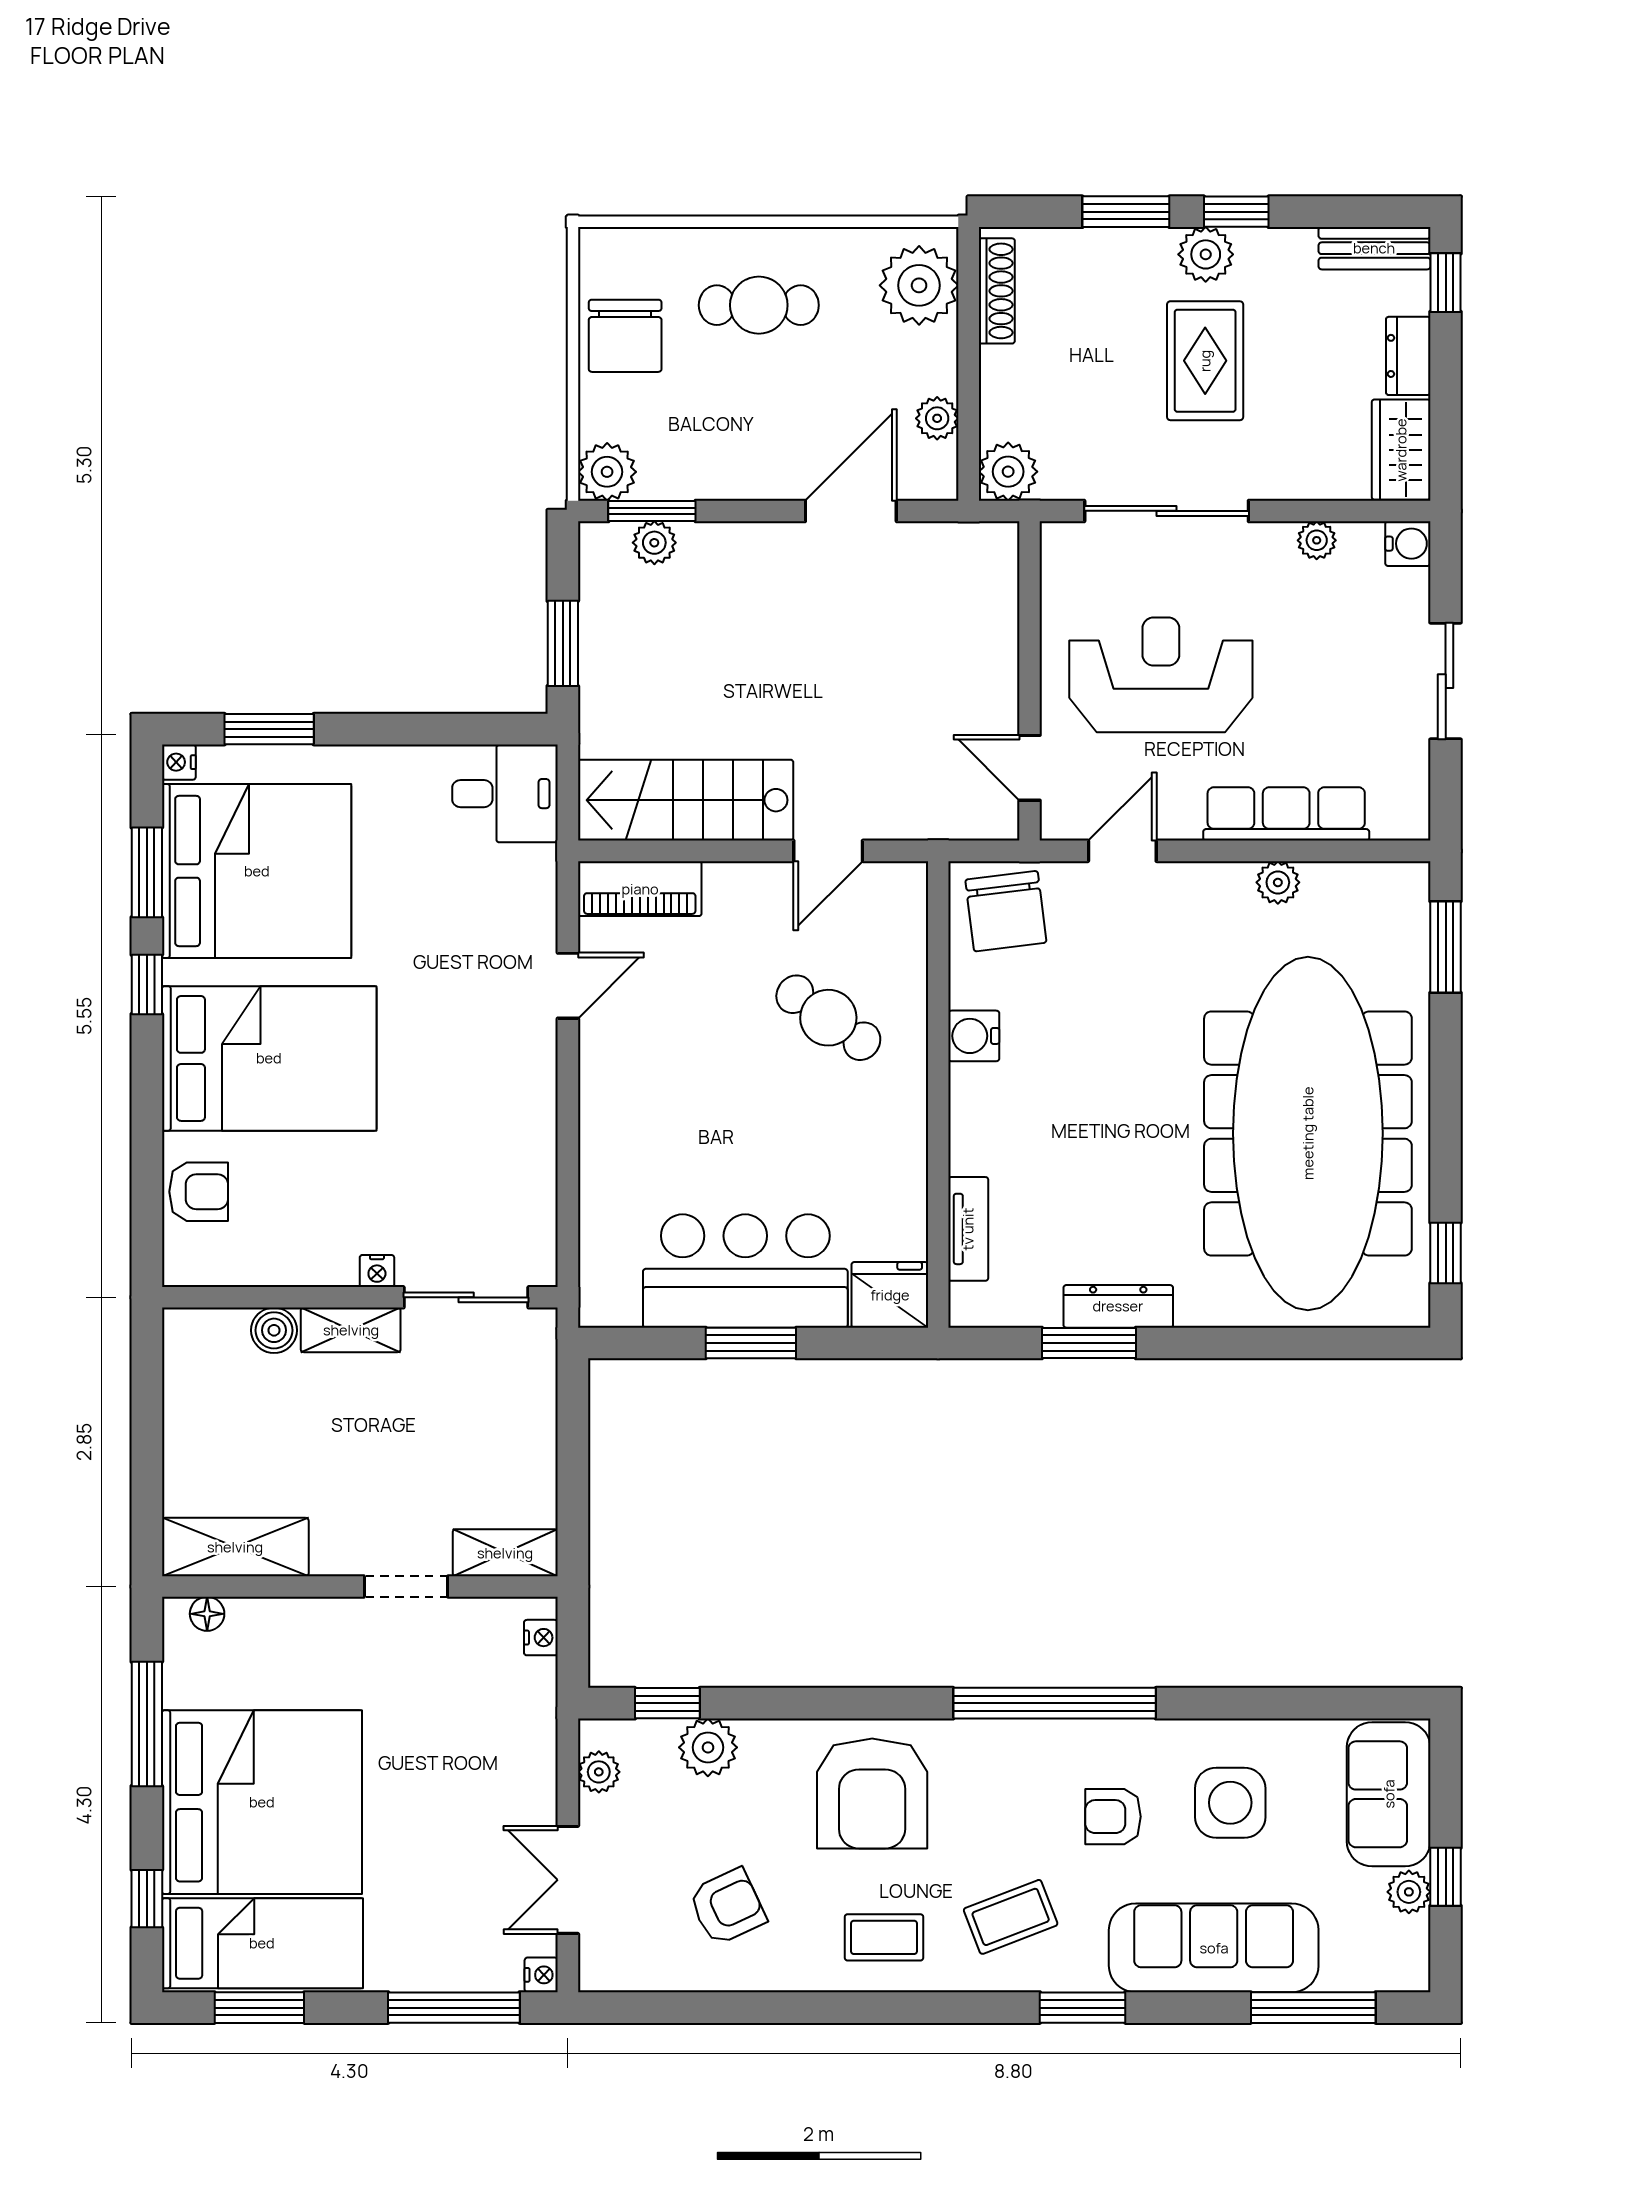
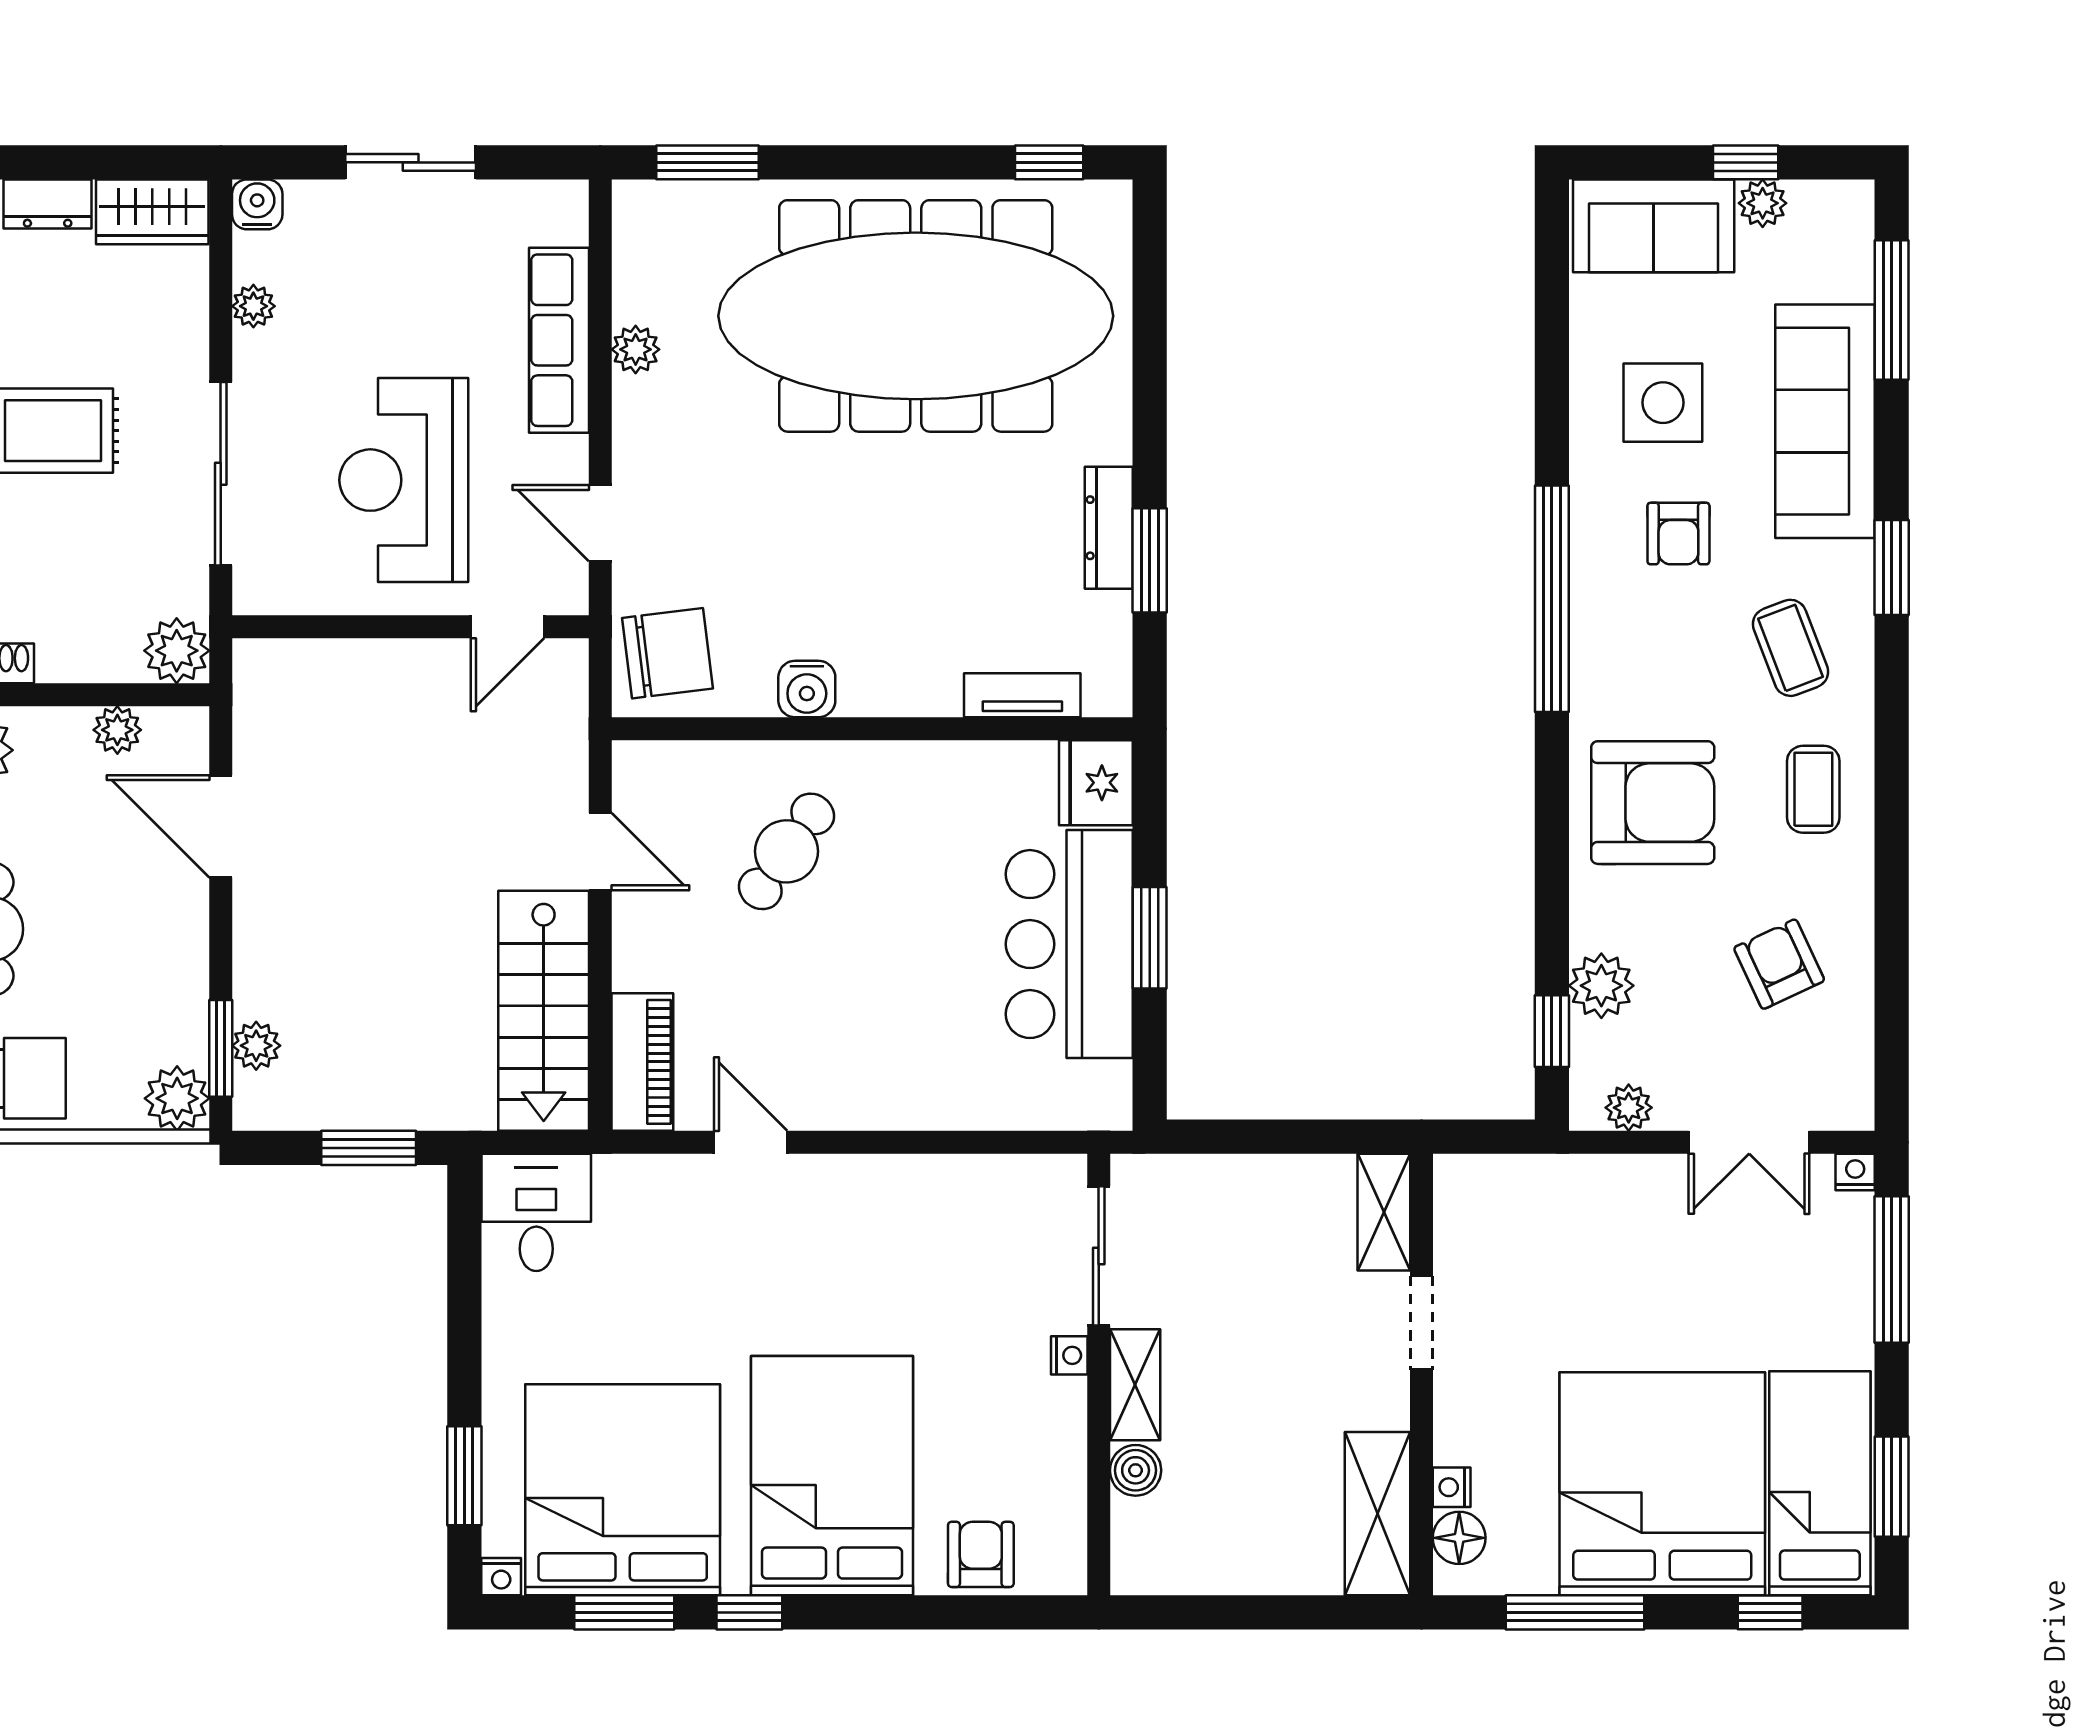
floor lamp: (207, 1614) -> (1459, 1538), width x1.37, depth x1.37
nightstand: (541, 1638) -> (1452, 1487), moved, turned -90

